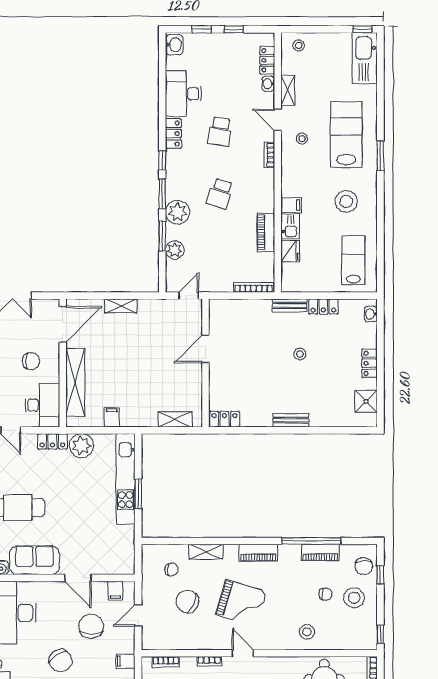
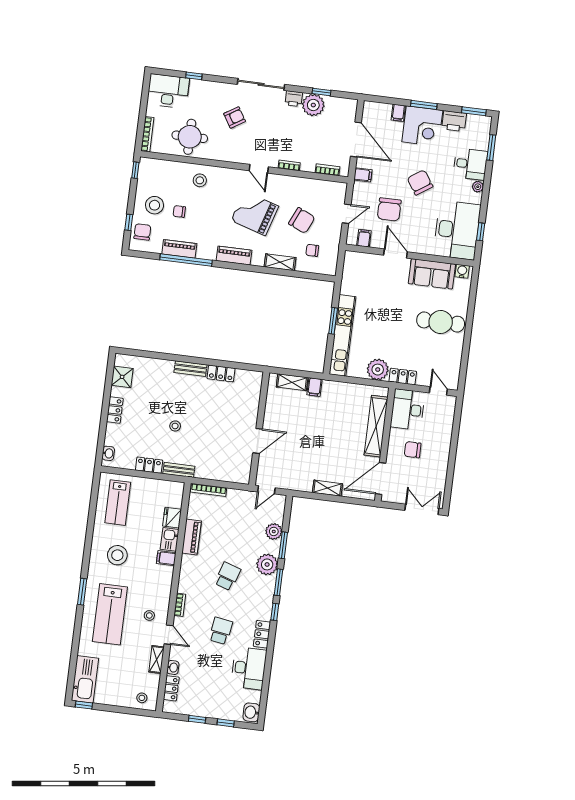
filing cabinet: (112, 417) -> (315, 387), moved
locker: (224, 419) -> (221, 373), moved

